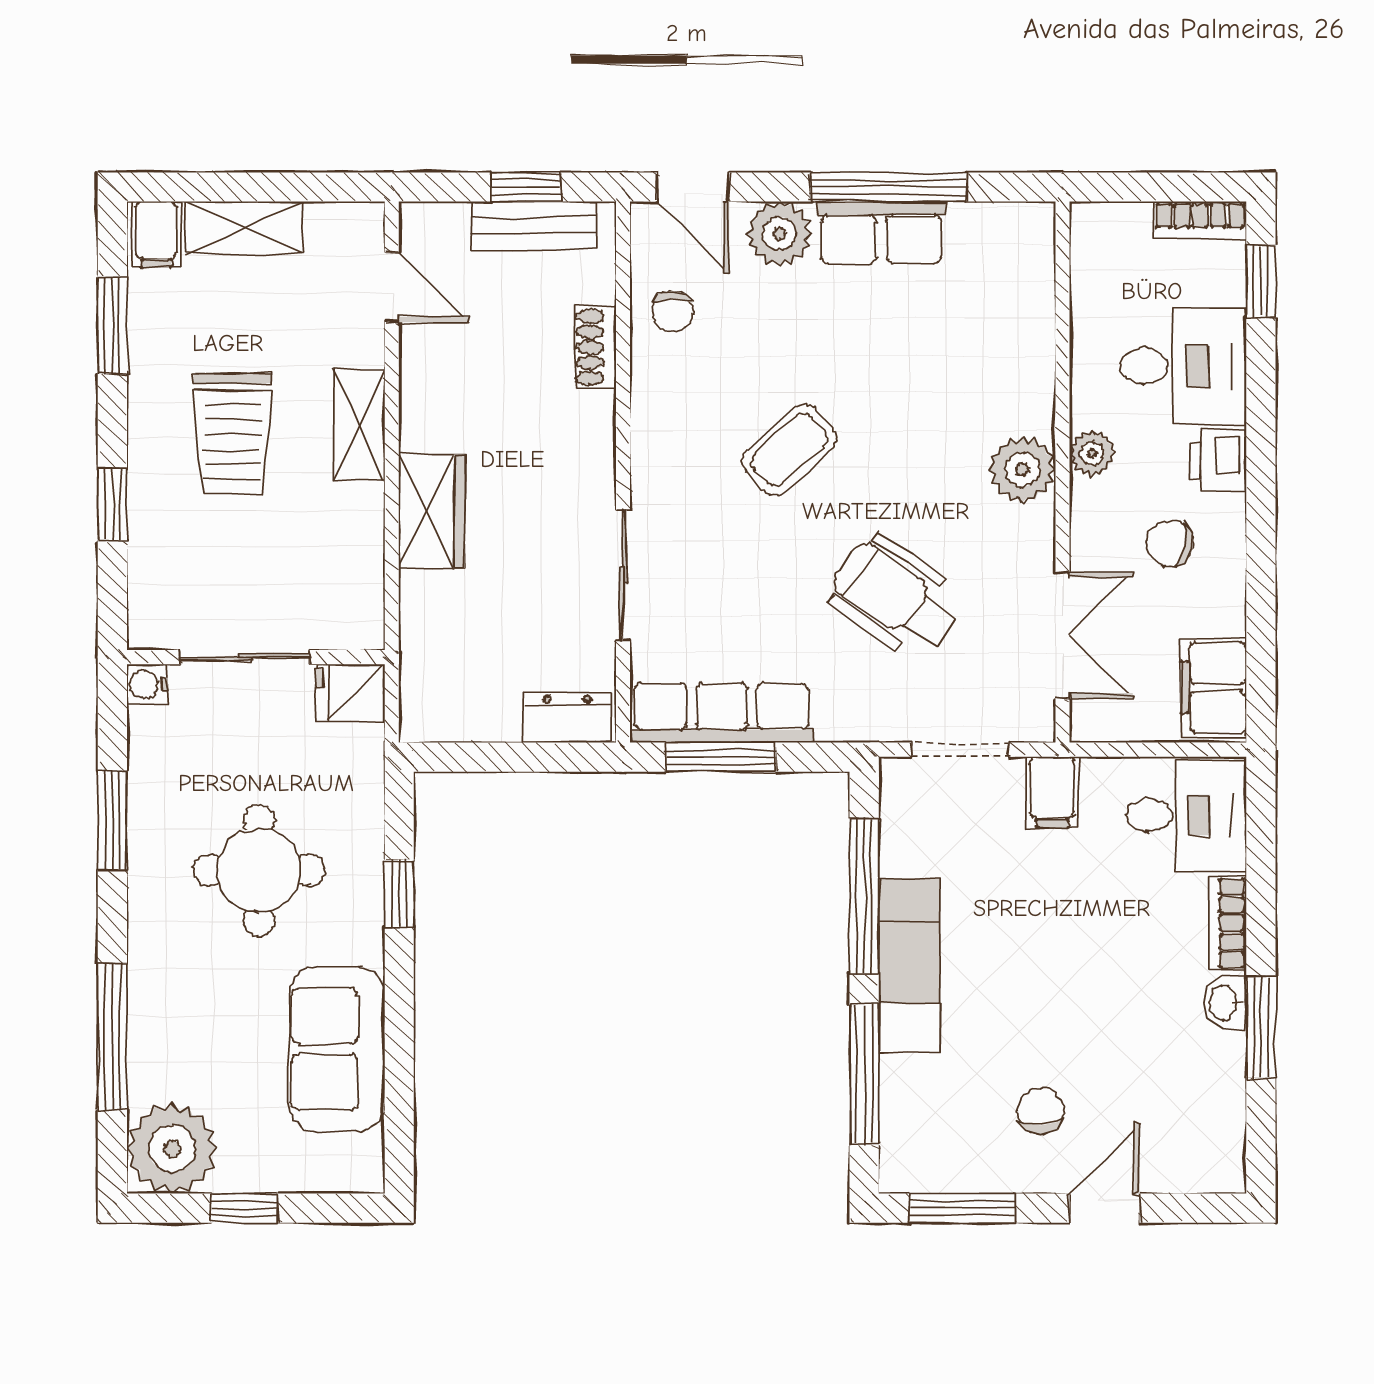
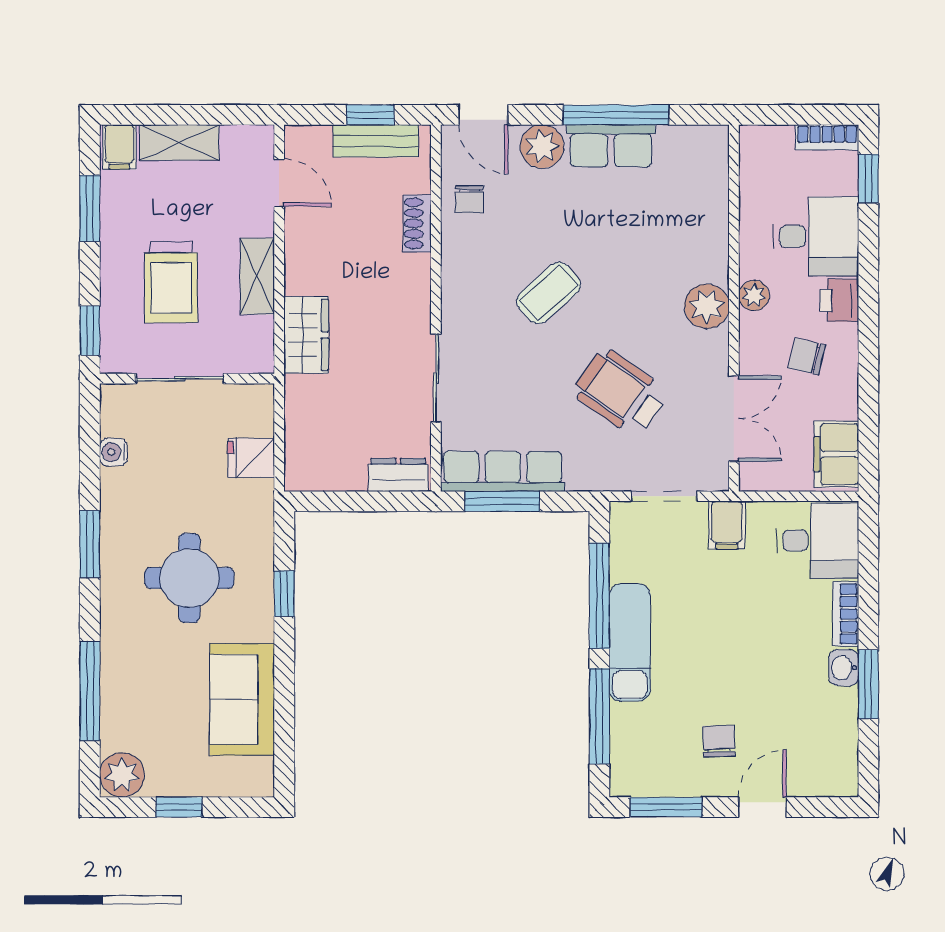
sliding door: (245, 657) -> (180, 379), moved
wall: (256, 657) -> (187, 379), moved
plant: (172, 1149) -> (122, 775), width x0.73, depth x0.73

